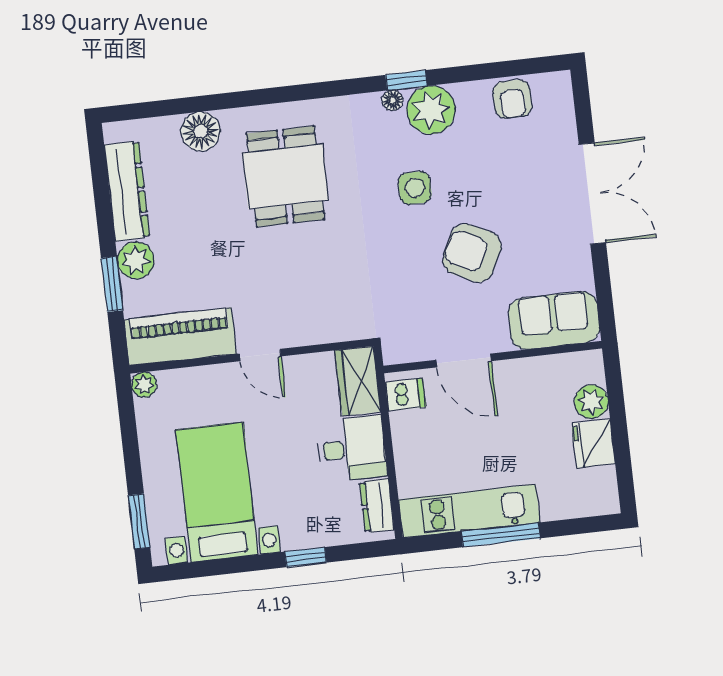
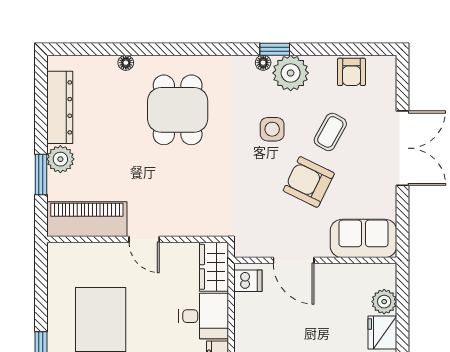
floor lamp: (201, 131) -> (126, 63), width x0.53, depth x0.53
coffee table: (493, 183) -> (330, 132), added
plant: (144, 385) -> (56, 251), removed

